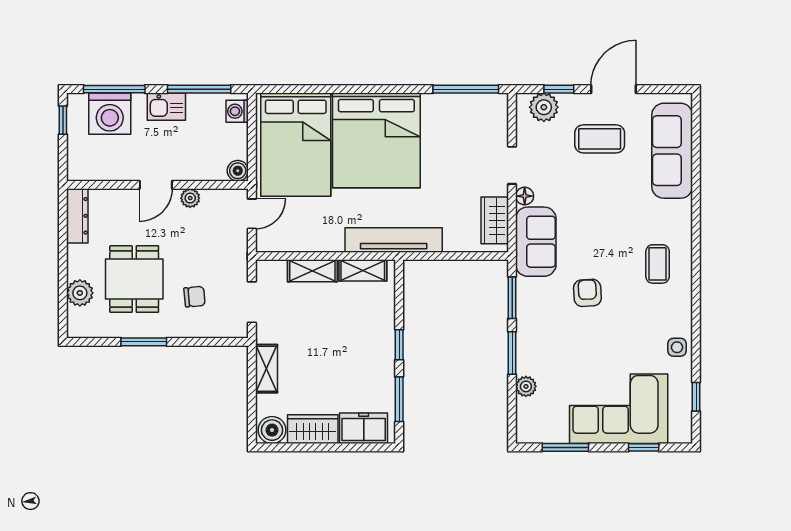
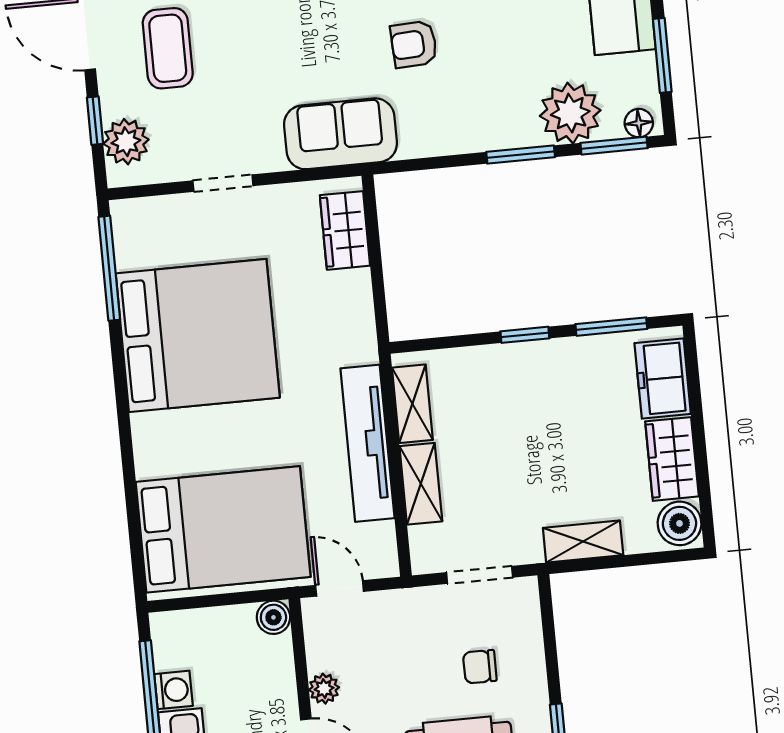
washing machine: (237, 111) -> (173, 690), moved, turned -90
bed: (376, 140) -> (198, 335), moved
floor lamp: (525, 196) -> (639, 123), moved
wardrobe: (495, 220) -> (345, 230), moved, turned 90
tv unit: (394, 240) -> (367, 443), moved
chair: (195, 297) -> (480, 667), turned -85
window: (512, 298) -> (614, 146), moved
plant: (526, 386) -> (570, 113), width x1.87, depth x1.87

